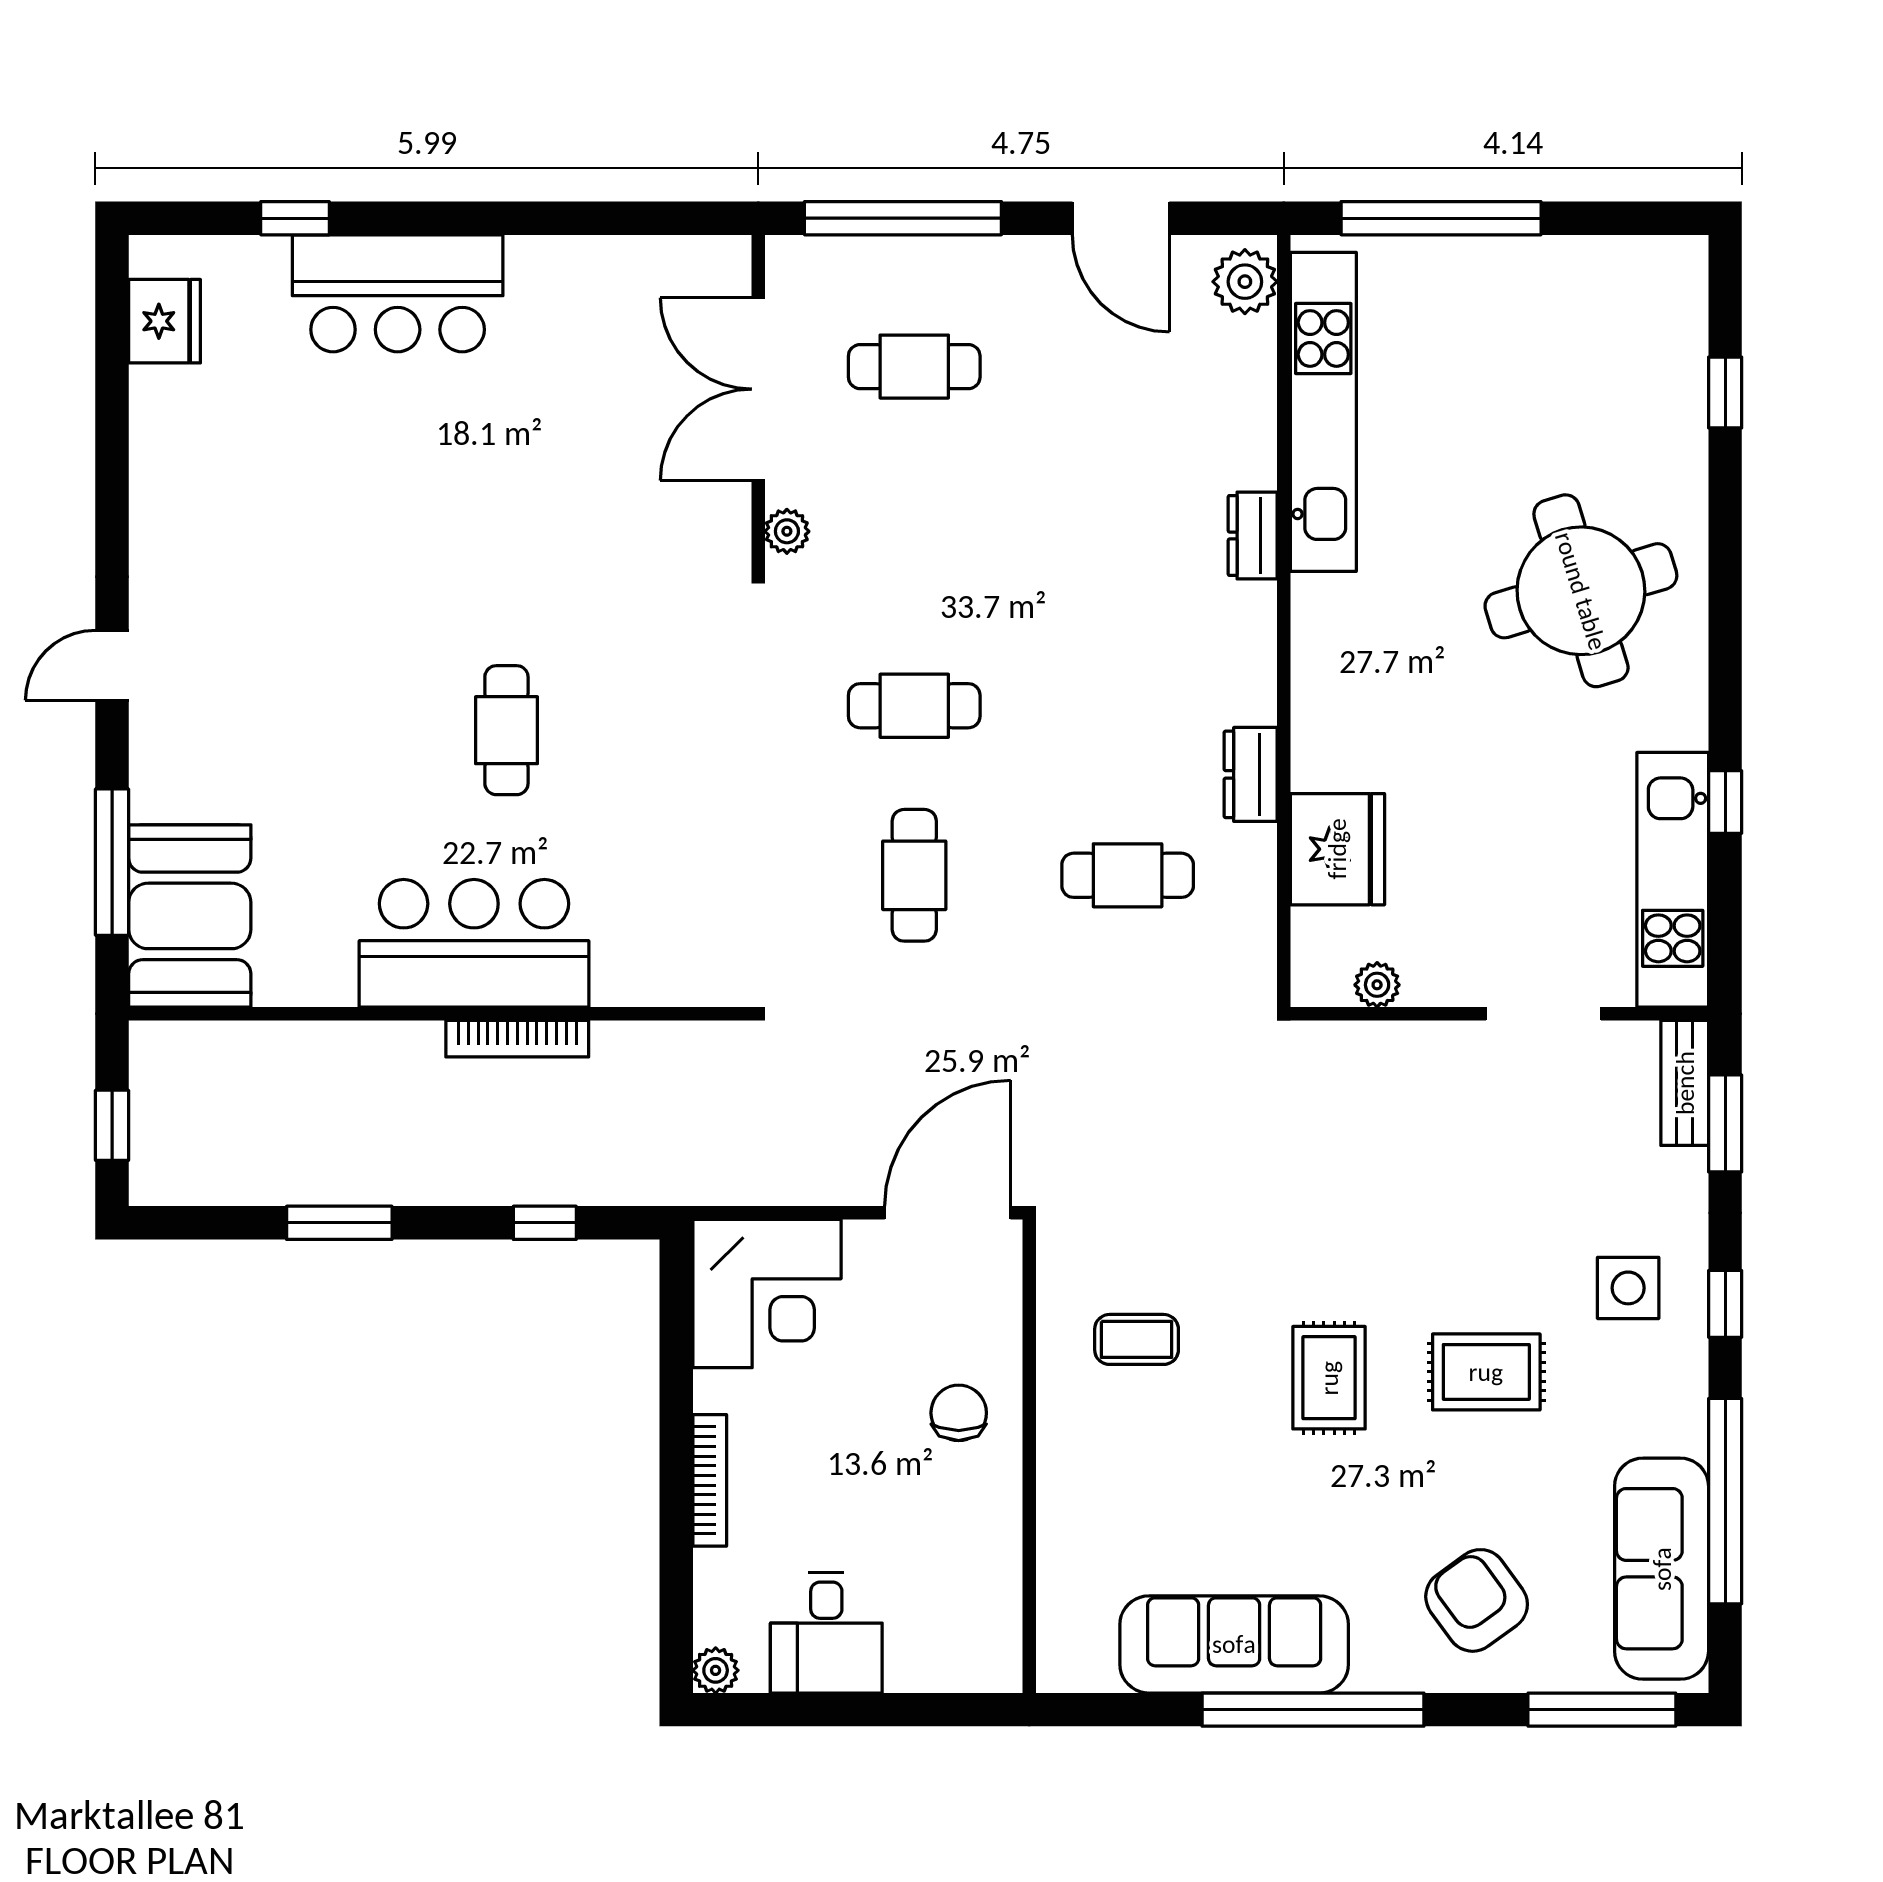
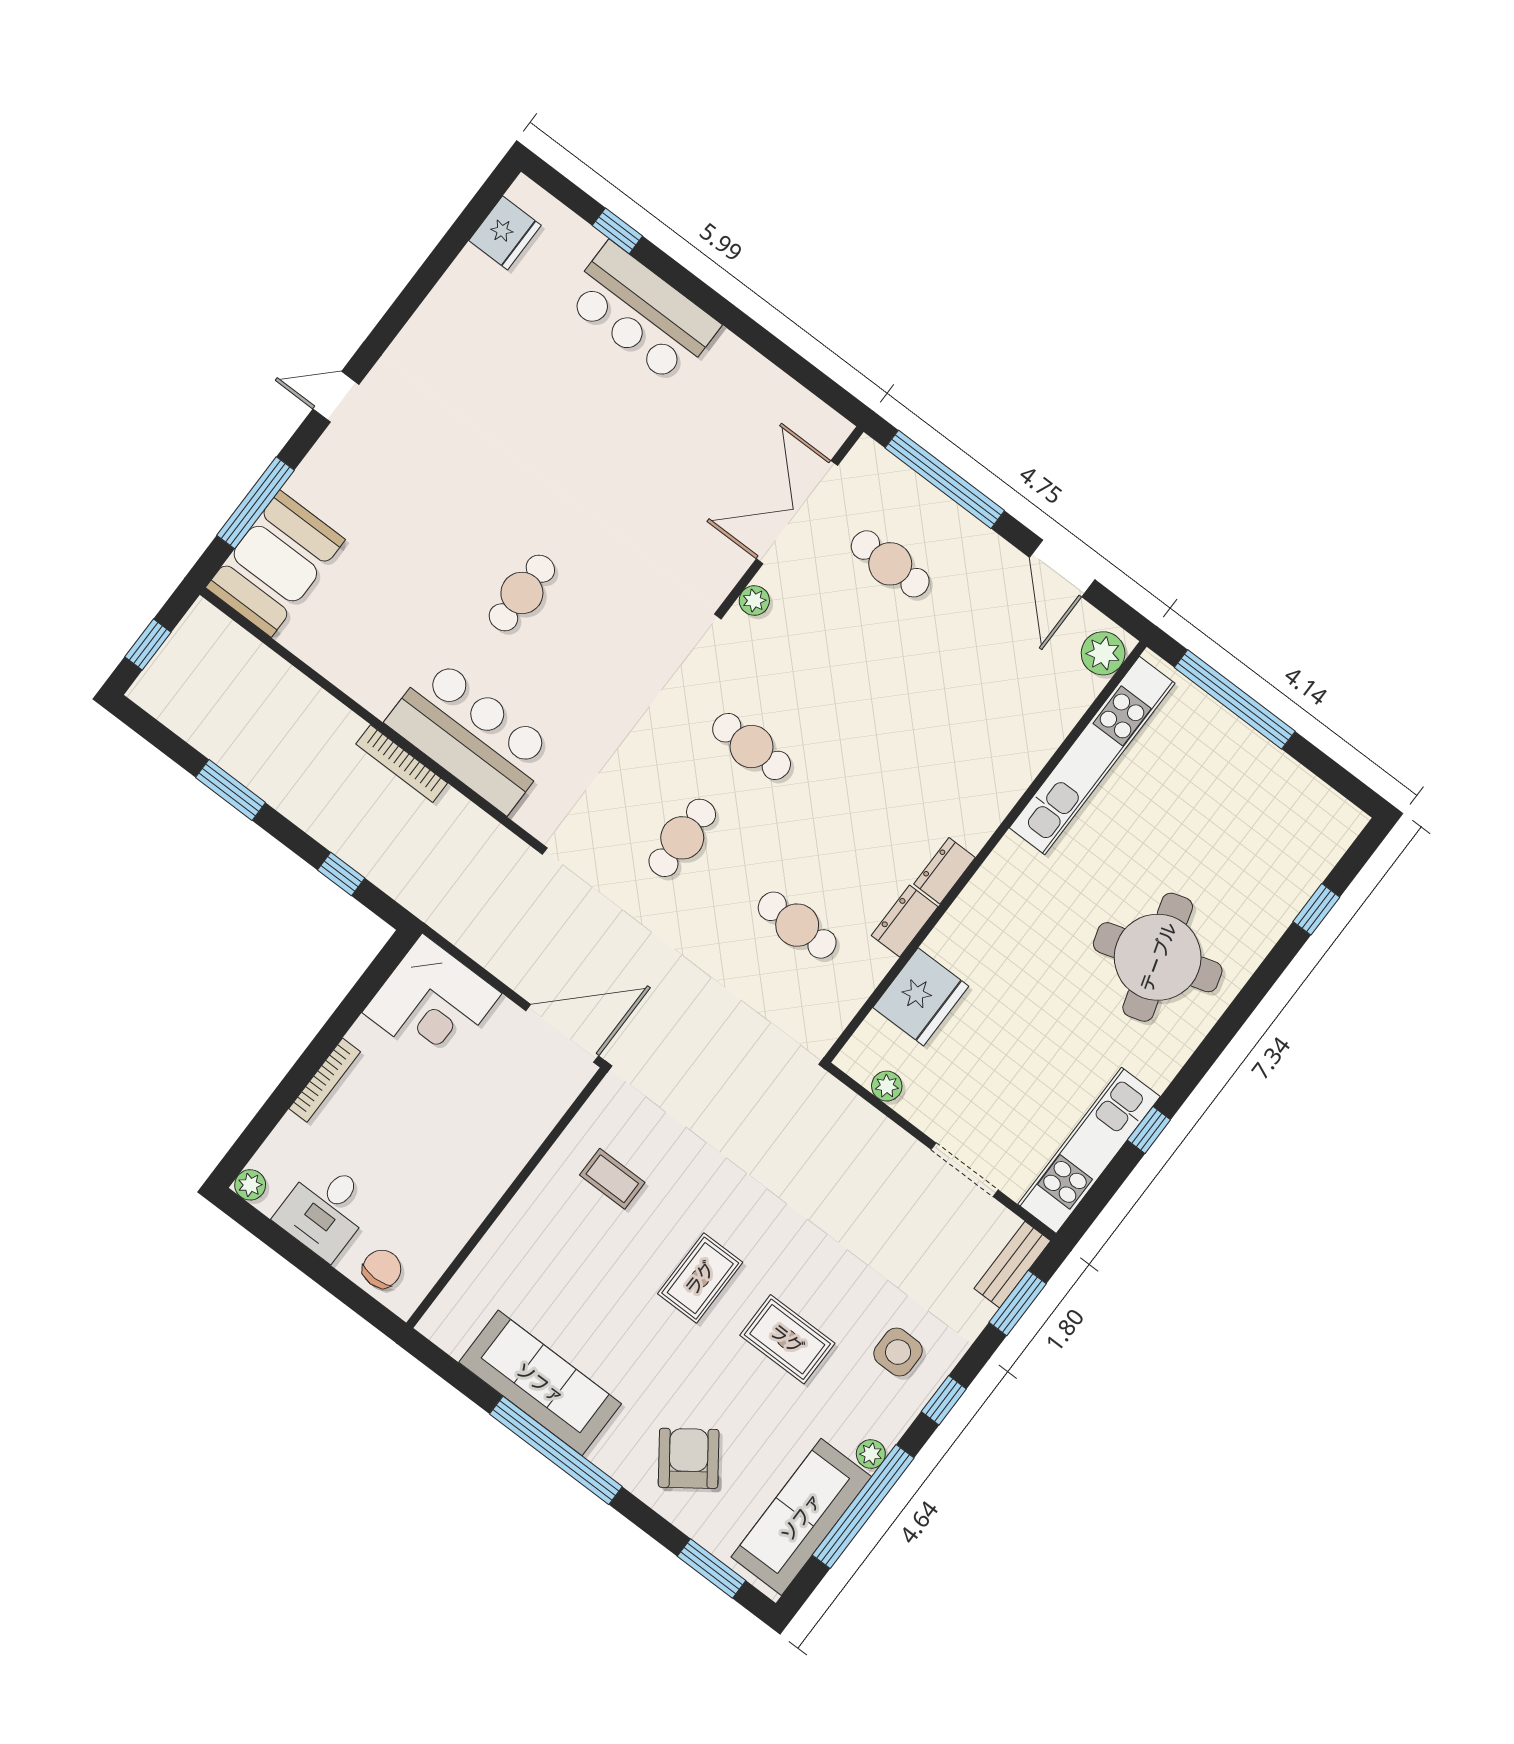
dresser: (1253, 535) -> (945, 871), moved
bar counter: (474, 943) -> (471, 735), moved
chair: (959, 1413) -> (382, 1269), moved
plant: (1687, 1432) -> (871, 1454), added
window: (1602, 1710) -> (712, 1568), width x0.69

